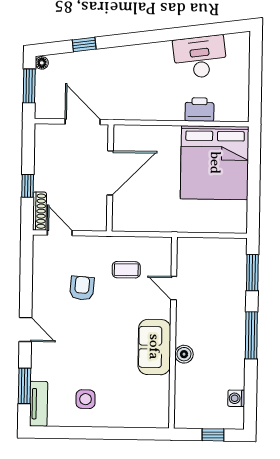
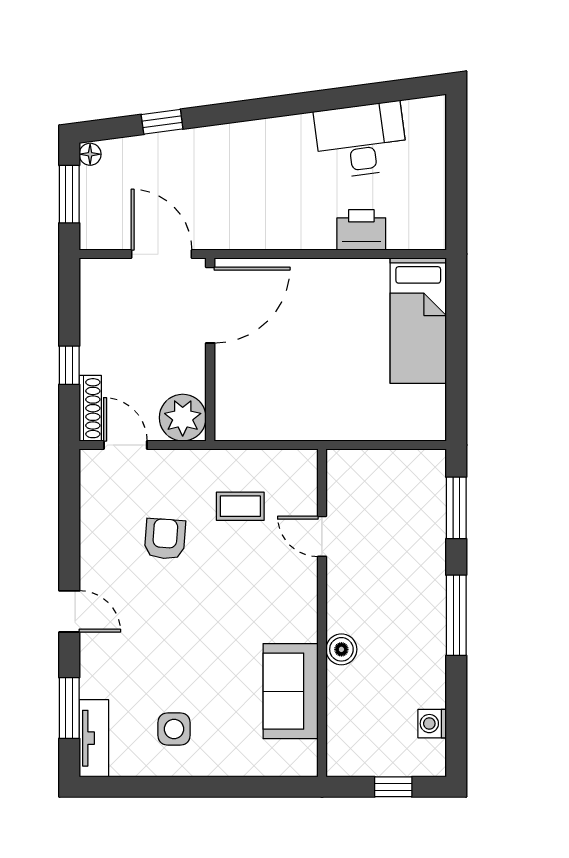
bed: (215, 163) -> (418, 321), width x0.49
door: (110, 173) -> (210, 305), moved
plant: (93, 217) -> (183, 418), added
sofa: (154, 347) -> (291, 691), moved

